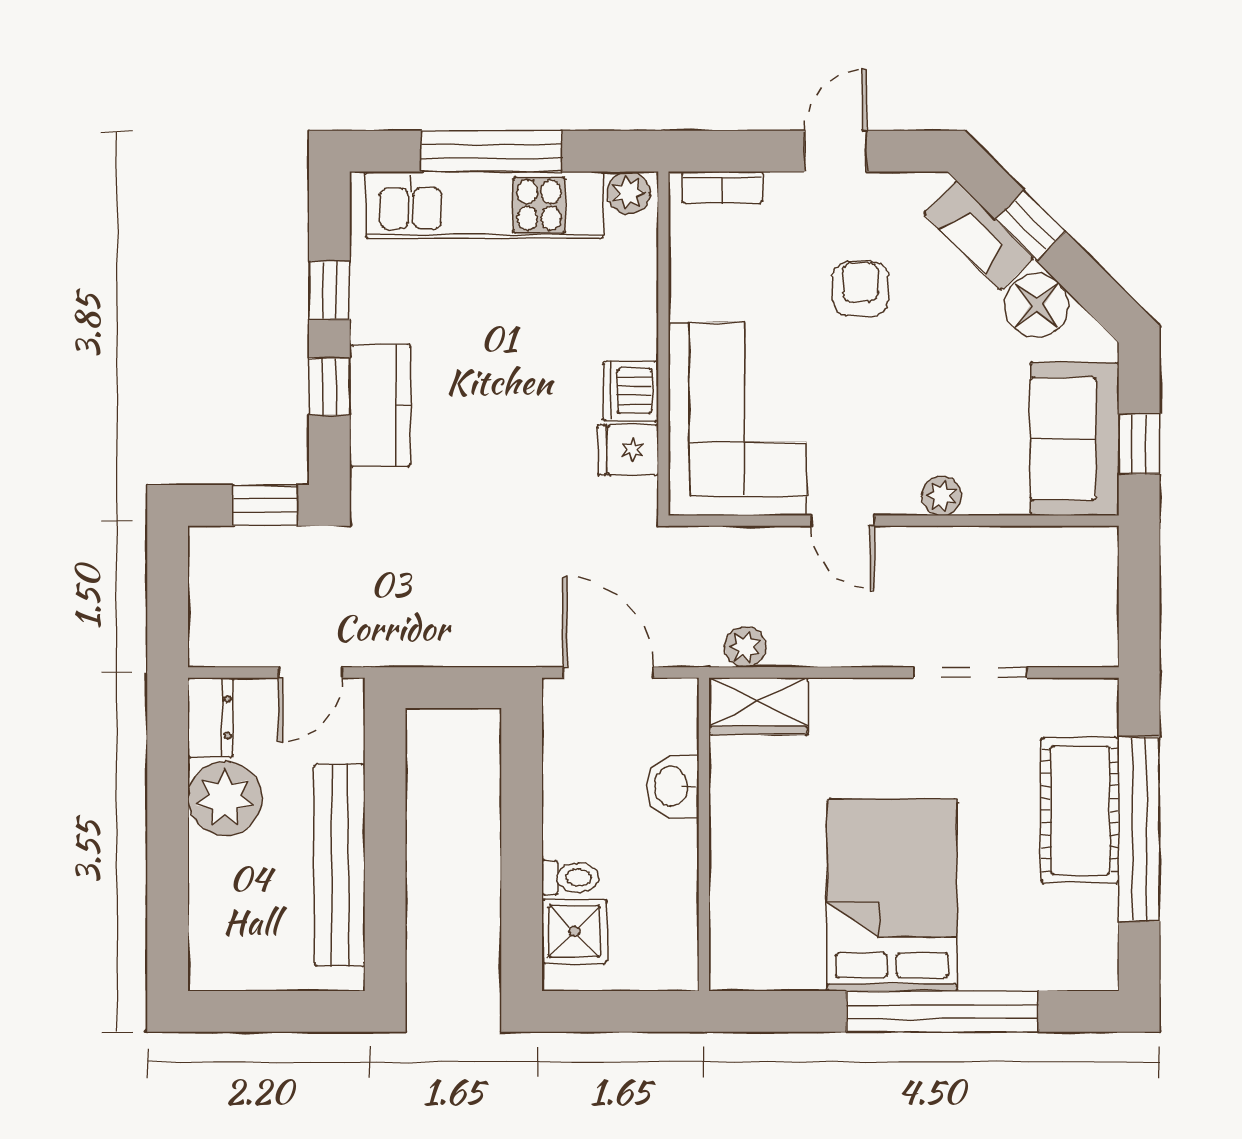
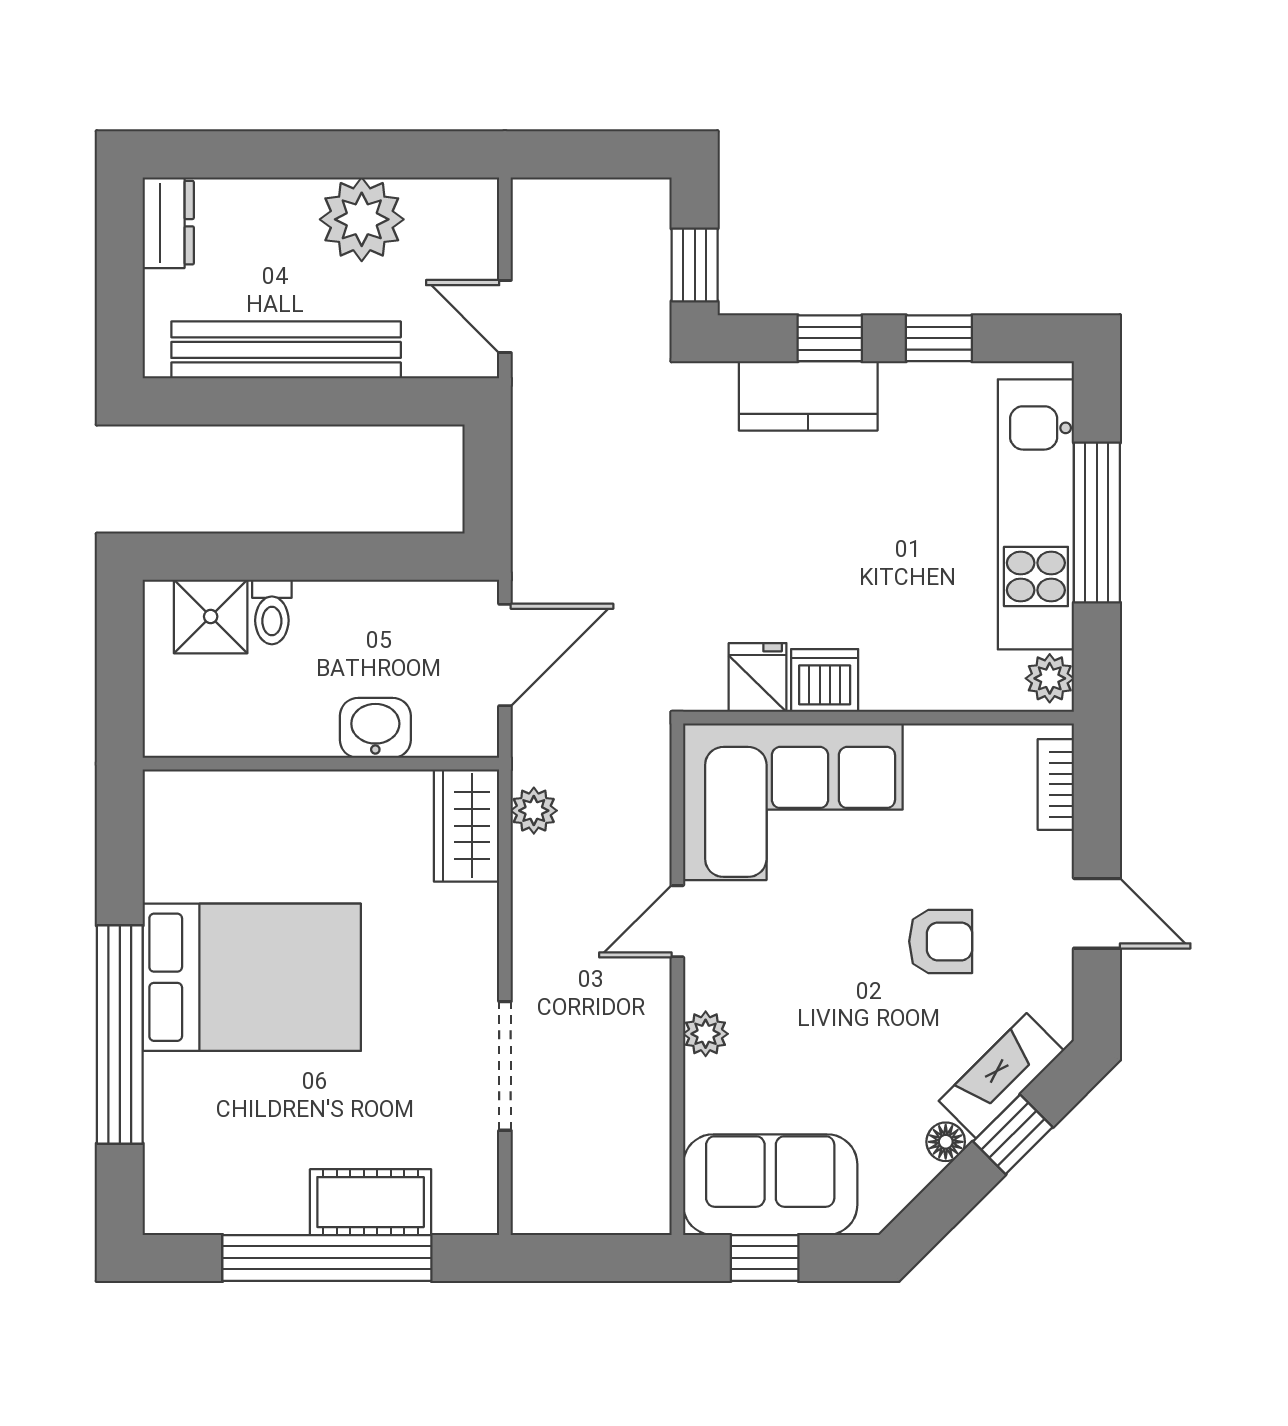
floor lamp: (1037, 306) -> (946, 1142), width x0.53, depth x0.53
dresser: (210, 717) -> (168, 223), moved, turned -90
cot: (1080, 810) -> (371, 1202), width x0.73, depth x0.75

